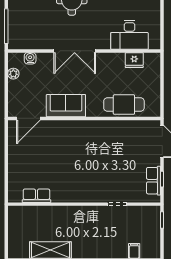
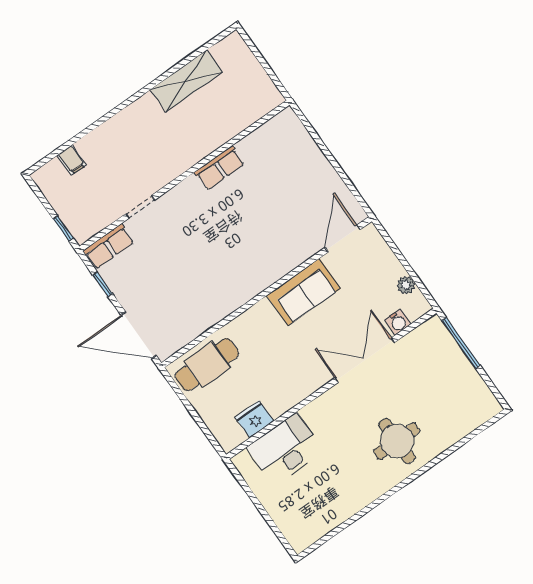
double door: (75, 51) -> (365, 360), moved
cafe table: (124, 105) -> (207, 365), moved
row of seats: (154, 181) -> (109, 246), moved, turned 90
row of seats: (36, 196) -> (220, 168), moved

